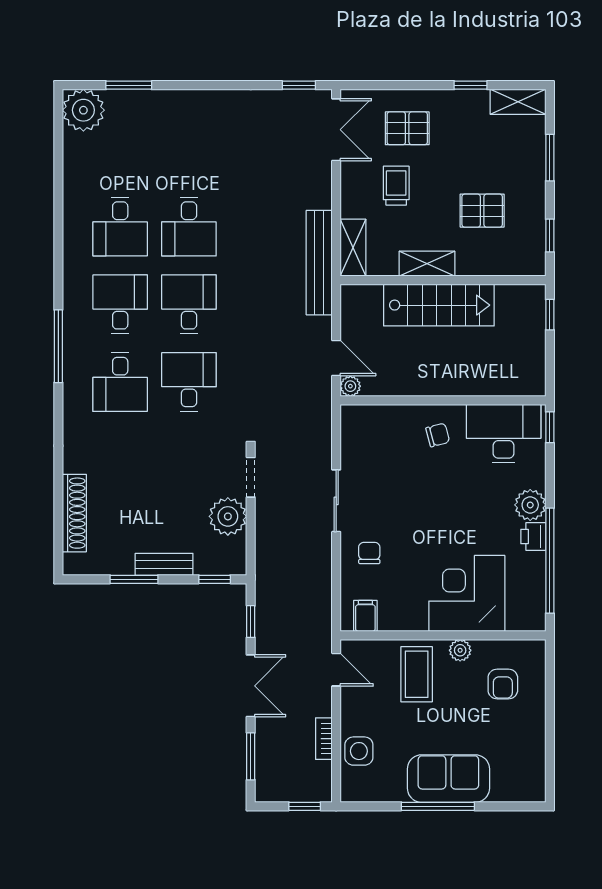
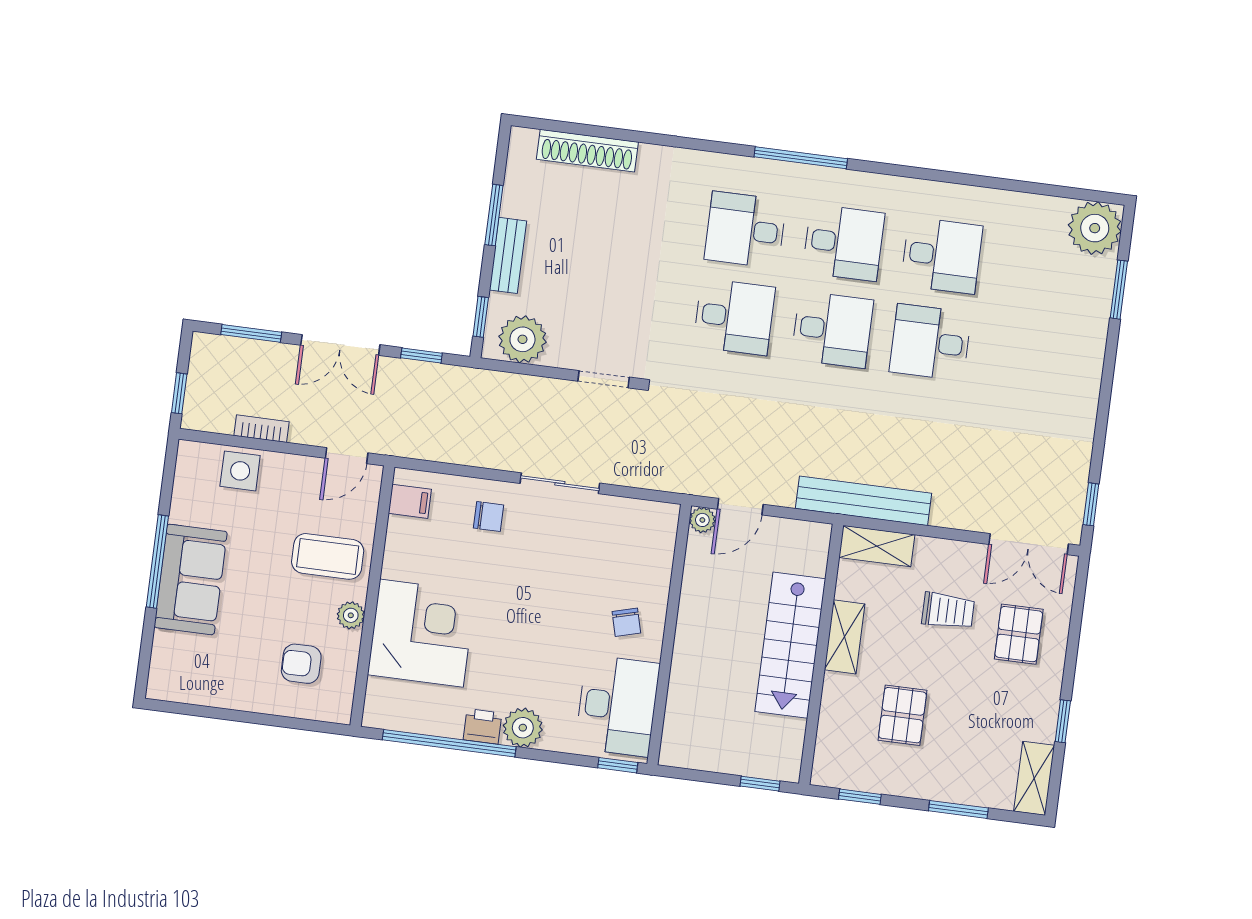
desk: (120, 227) -> (942, 255), turned 180
plant: (228, 516) -> (522, 339), moved

